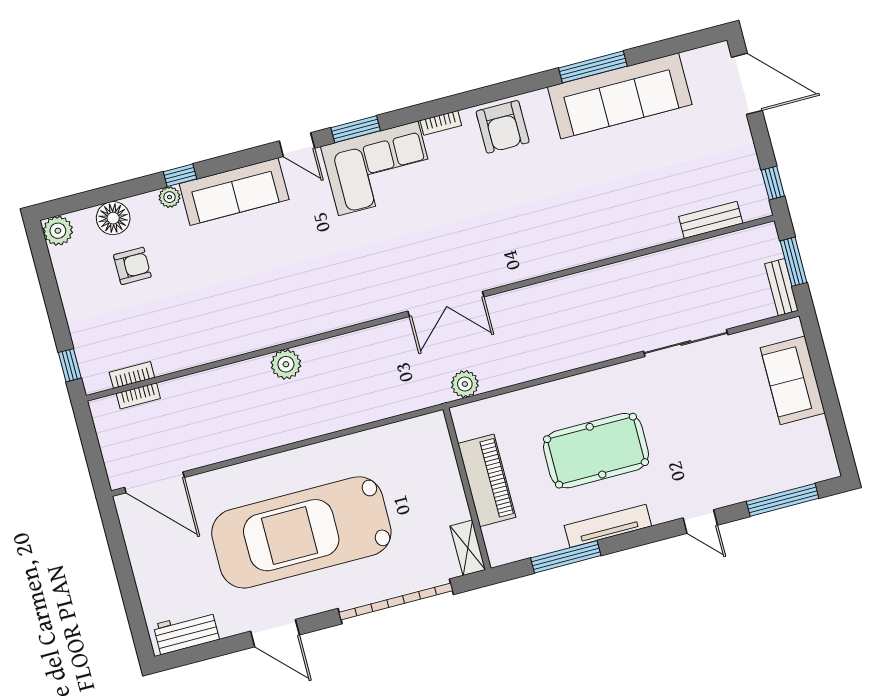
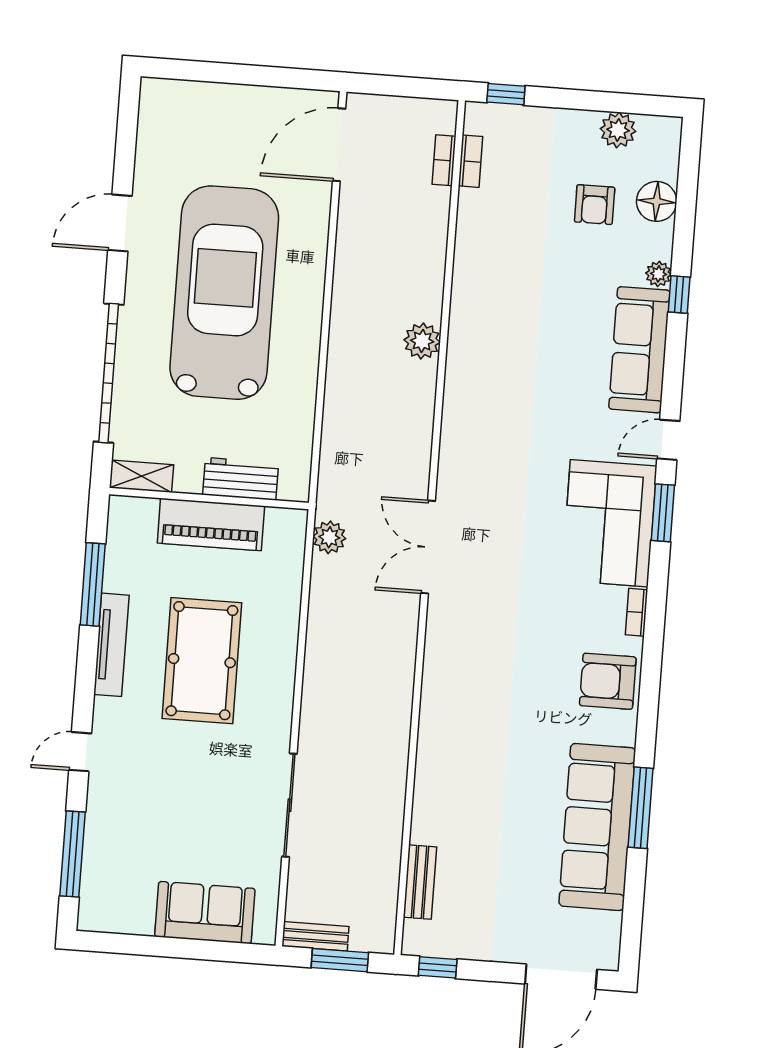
plant: (58, 231) -> (618, 130), moved
workbench: (186, 632) -> (241, 479), moved, turned -90

